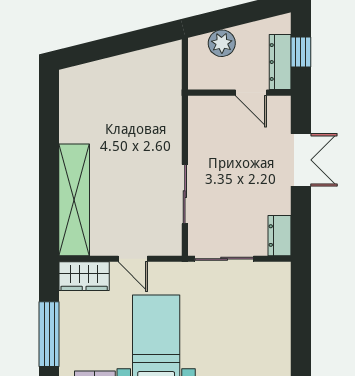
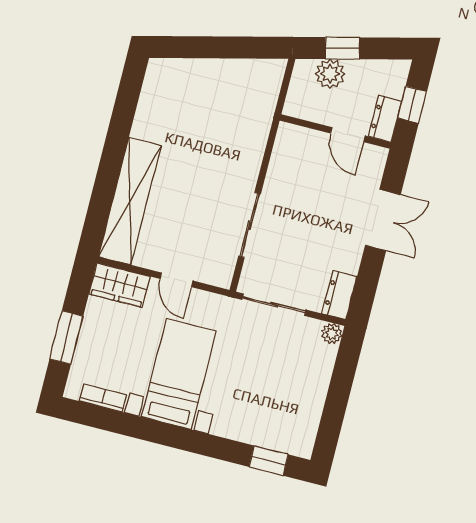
window: (227, 18) -> (343, 48), added
dresser: (280, 62) -> (385, 119), width x0.70
plant: (282, 271) -> (332, 334), added
window: (49, 334) -> (66, 337), width x0.69

